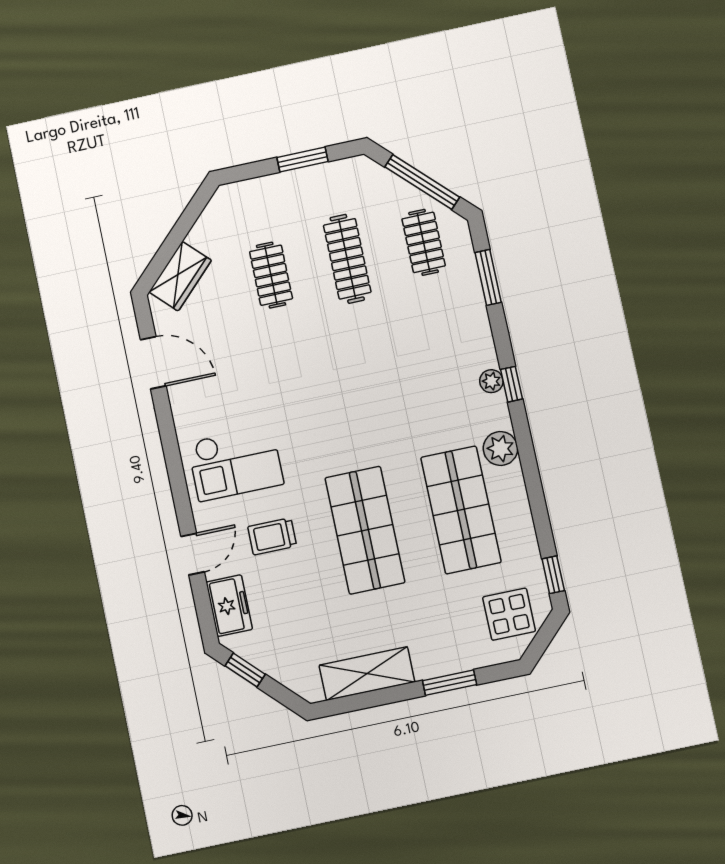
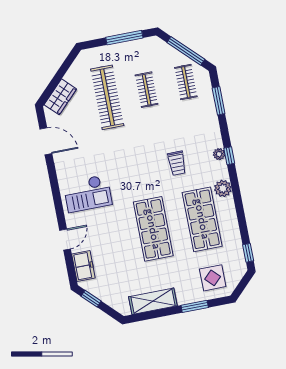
window: (302, 159) -> (124, 38), width x1.44
clothes rail: (347, 259) -> (147, 90), width x0.73
clothes rail: (271, 275) -> (107, 97), width x1.86, depth x1.31
trolley: (272, 536) -> (177, 163), moved, turned -90
display table: (509, 614) -> (213, 278), moved

